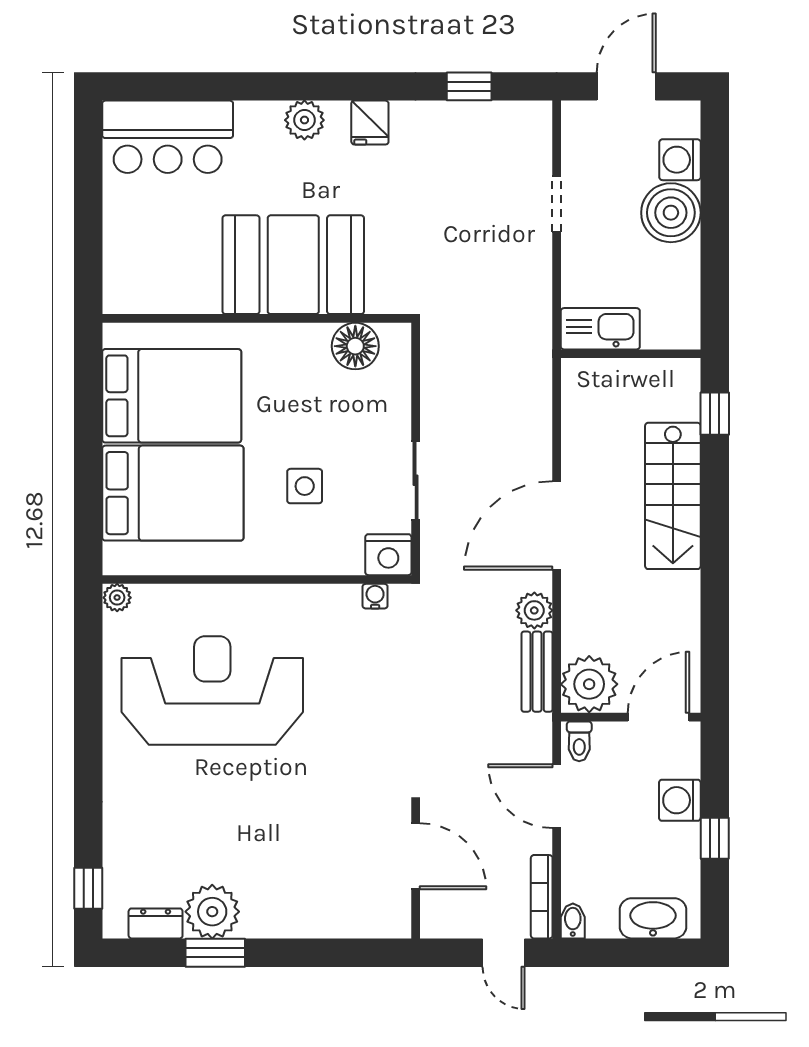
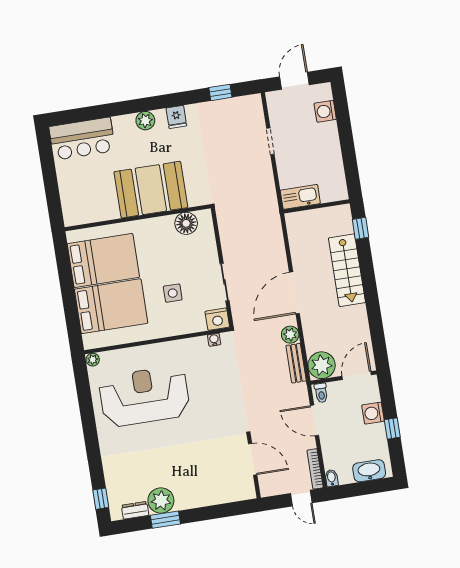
boiler: (671, 213) -> (325, 137), removed

